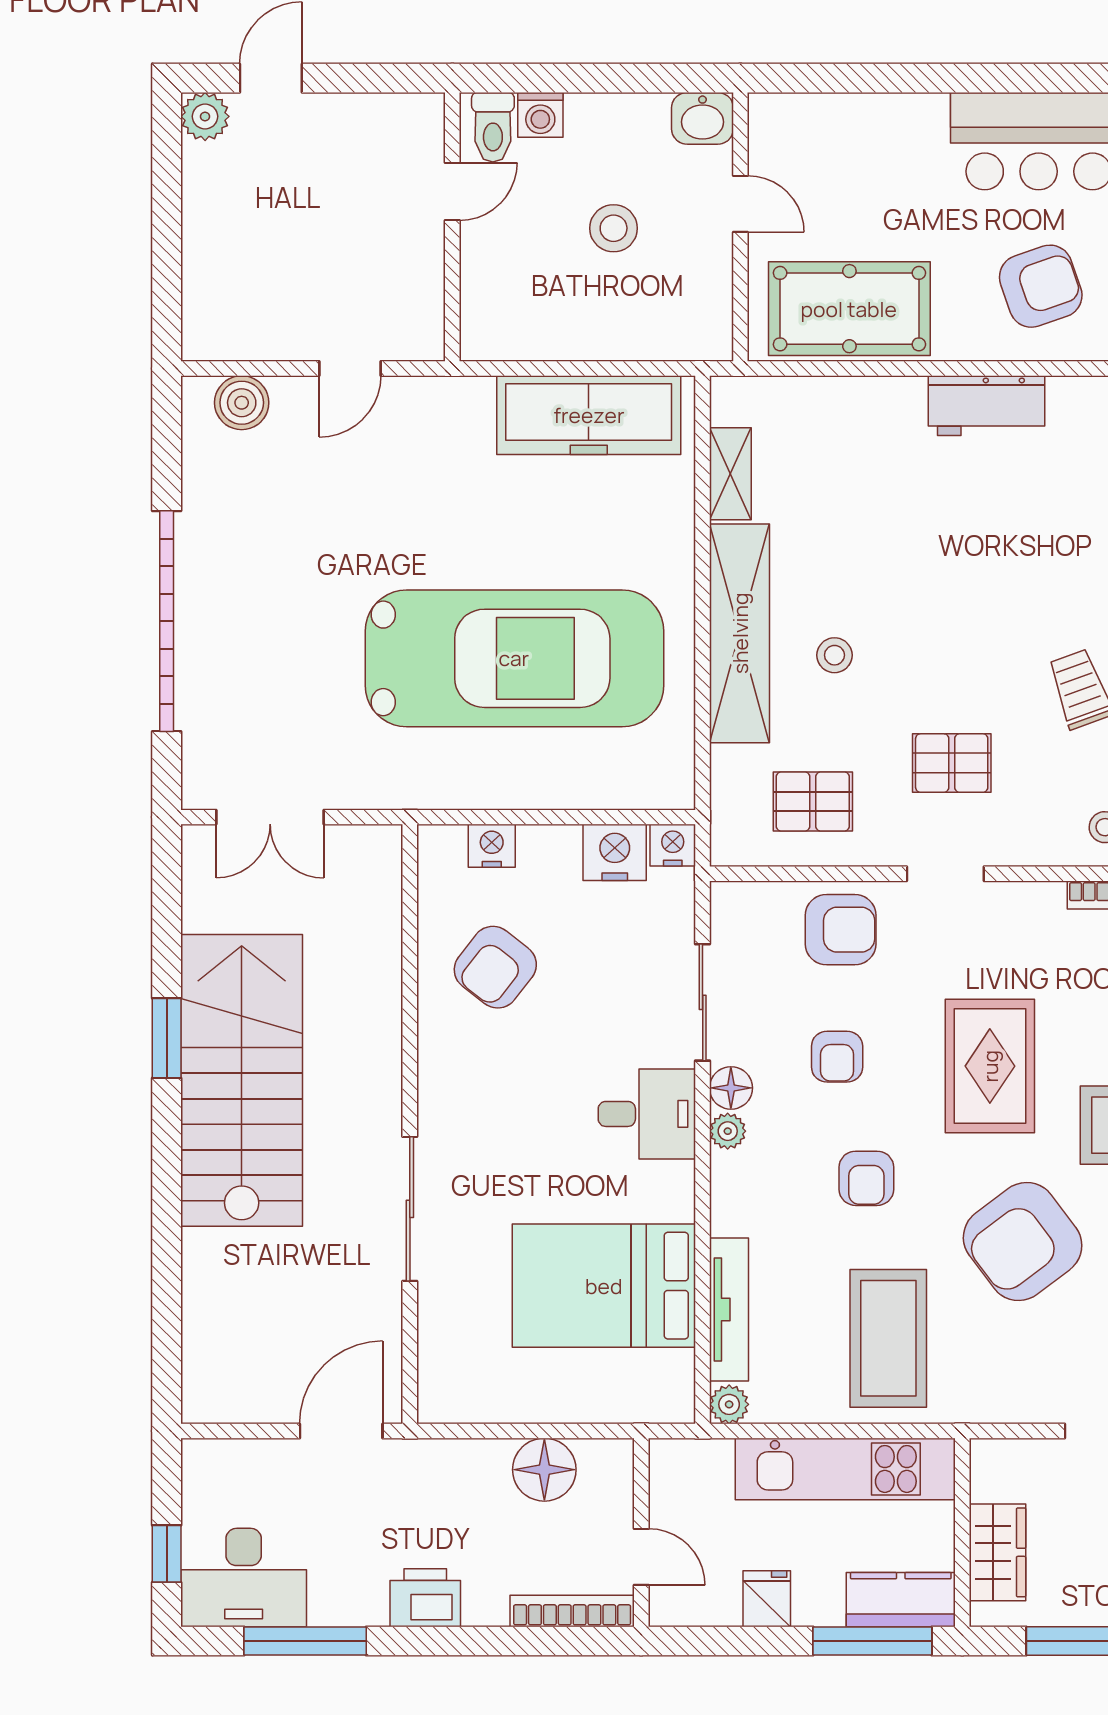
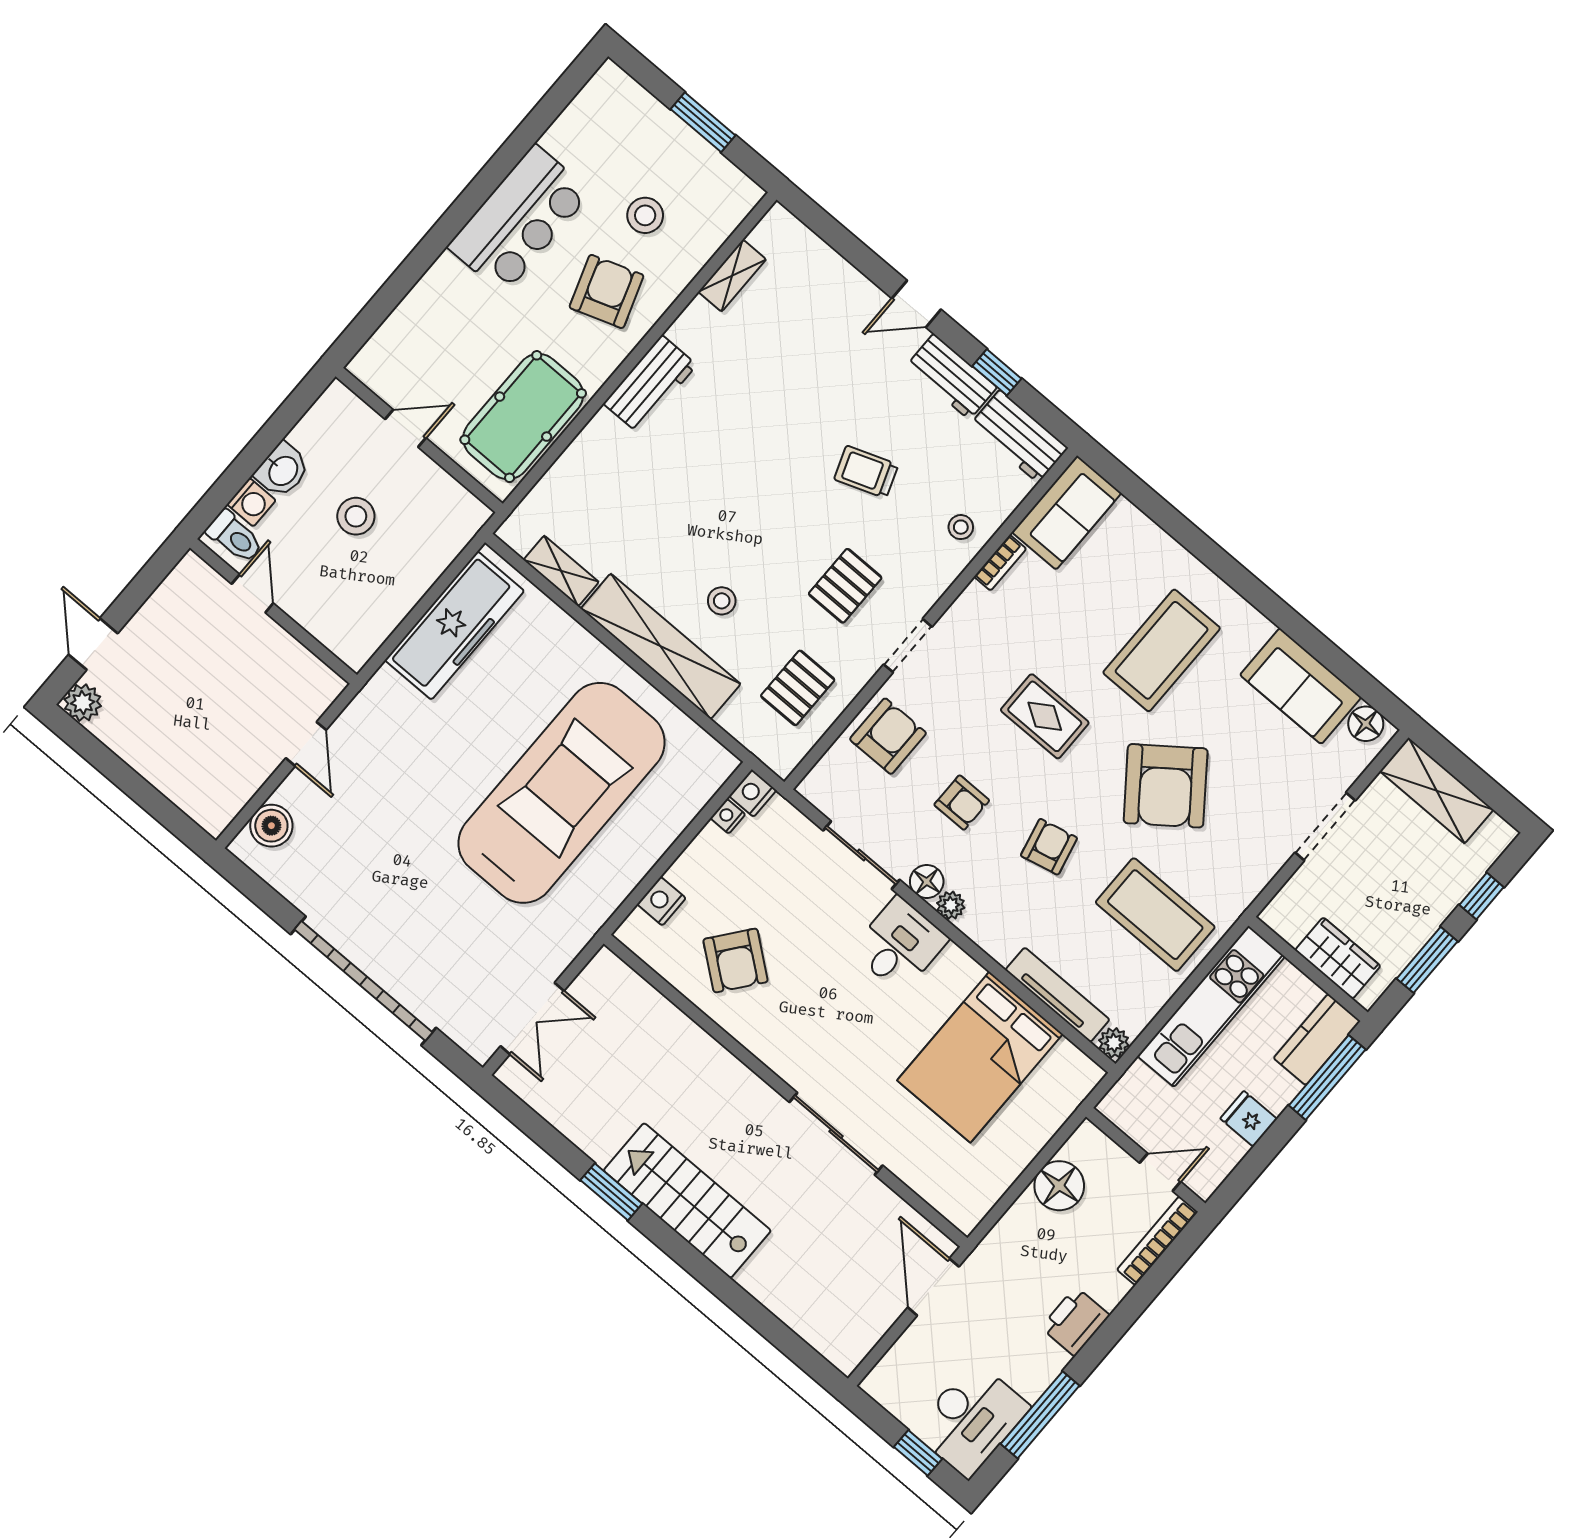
washbasin: (702, 118) -> (282, 470), moved
nightstand: (615, 852) -> (728, 816), width x0.53, depth x0.56
rug: (990, 1066) -> (1045, 716), width x0.73, depth x0.70
stairs: (242, 1080) -> (687, 1201), width x0.73, depth x0.66
armchair: (866, 1178) -> (1049, 847), turned -103

